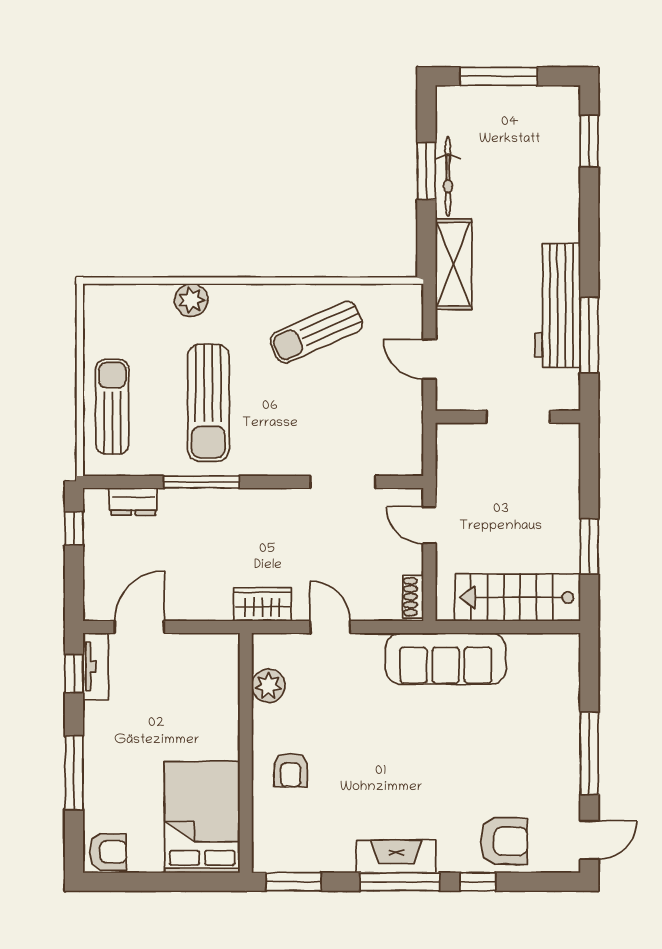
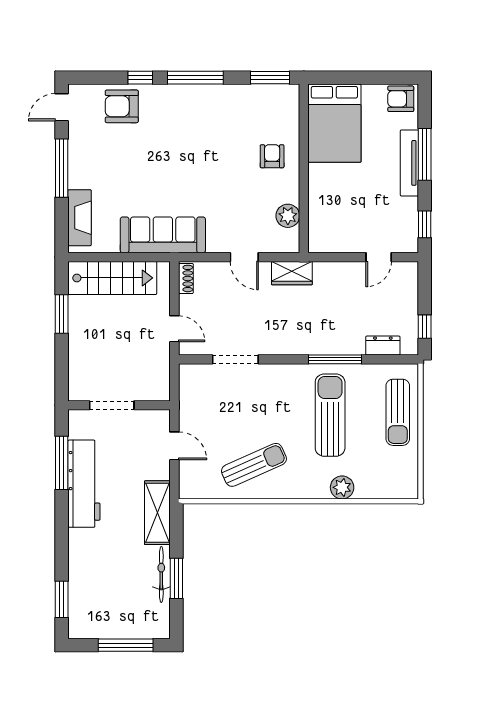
door: (139, 627) -> (379, 257), width x0.73
tv unit: (96, 666) -> (409, 163), moved, width x1.41
fireplace: (396, 856) -> (80, 218), moved, turned -90

